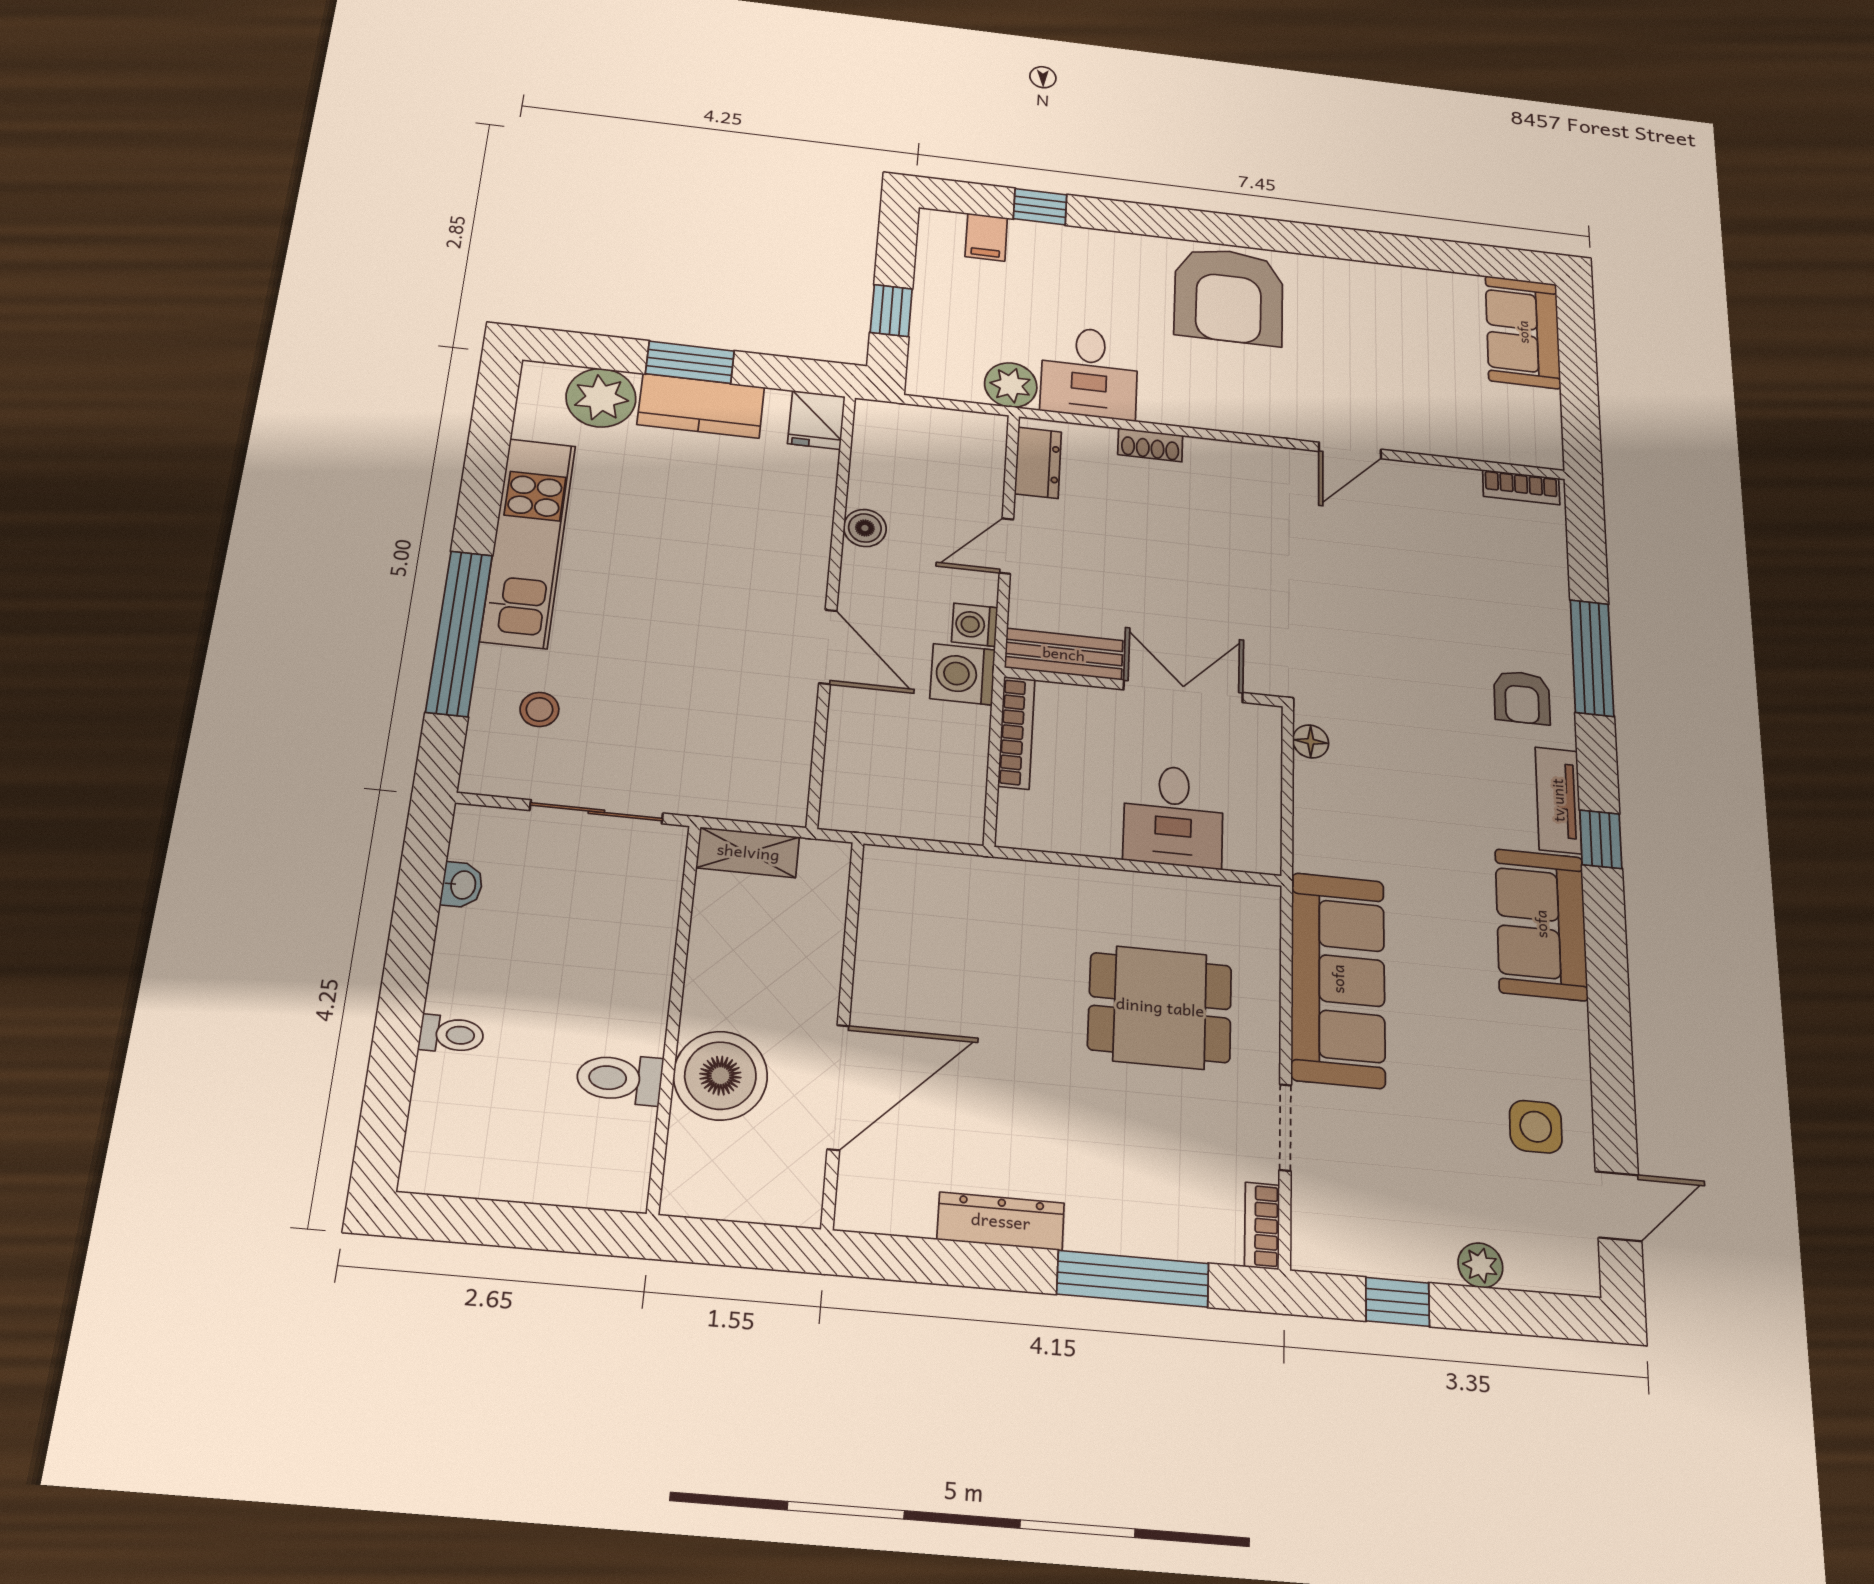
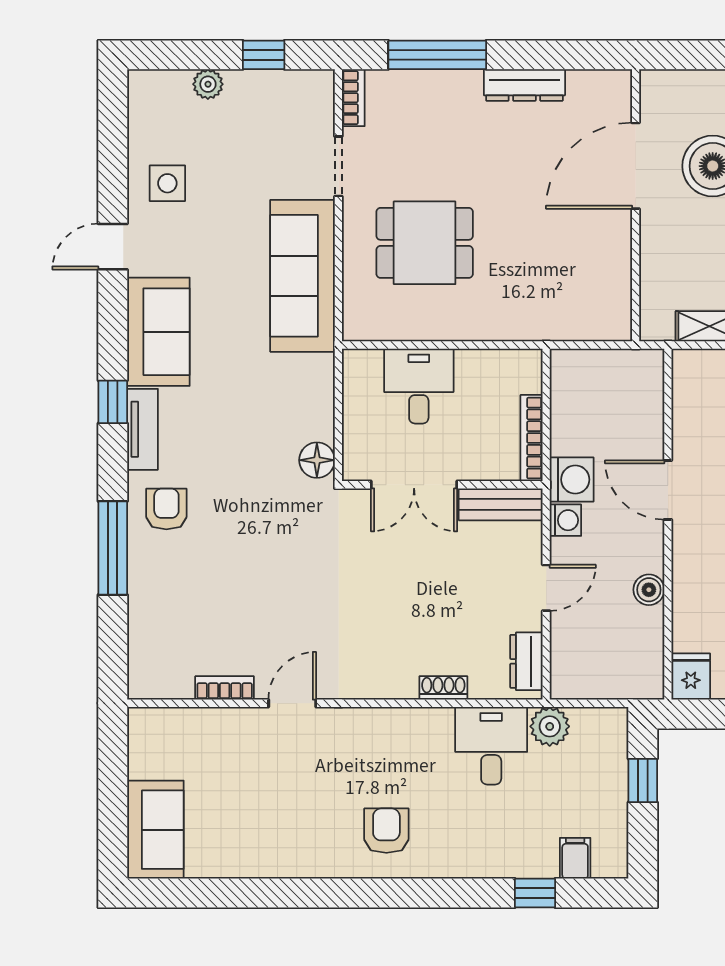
armchair: (1229, 296) -> (386, 831), width x0.53, depth x0.53
bookcase: (1521, 487) -> (225, 688), moved
floor lamp: (1311, 741) -> (317, 460), width x1.37, depth x1.37
door: (1618, 1206) -> (113, 247), moved

